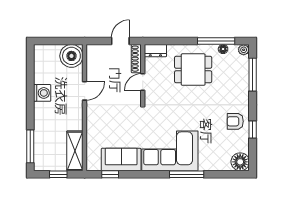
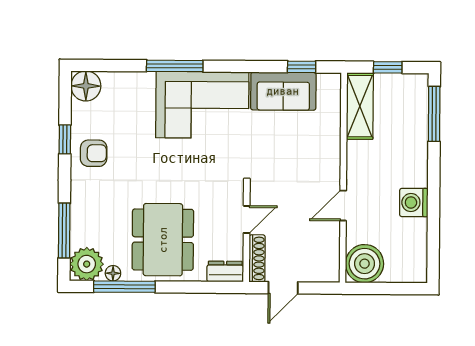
plant: (244, 50) -> (87, 264), width x1.87, depth x1.87
dining table: (193, 70) -> (163, 240), width x1.37

